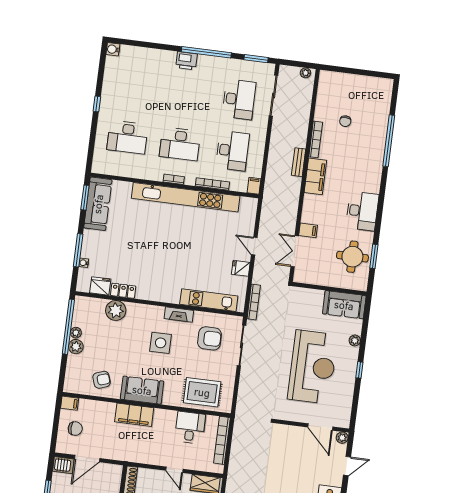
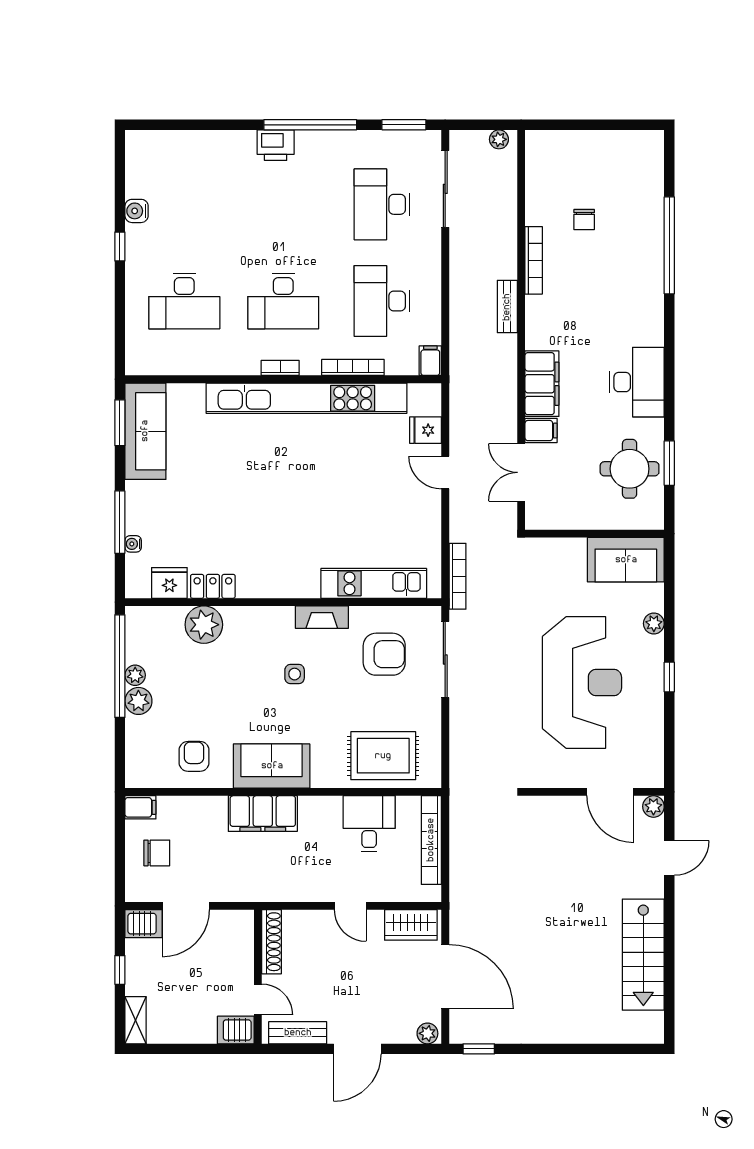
water cooler: (113, 49) -> (137, 211), moved
desk: (239, 99) -> (382, 204), turned 180
desk: (232, 151) -> (382, 301), turned 180
filing cabinet: (315, 176) -> (542, 384), moved
fridge: (241, 268) -> (426, 430), moved
side table: (161, 343) -> (295, 674), width x0.54, depth x0.54
armchair: (102, 380) -> (194, 756), turned -71

